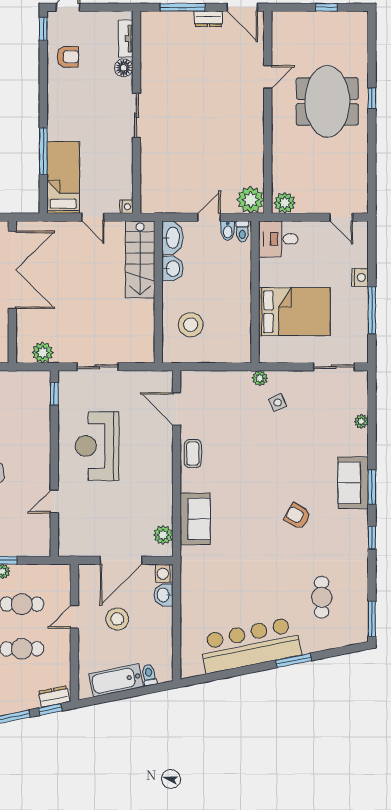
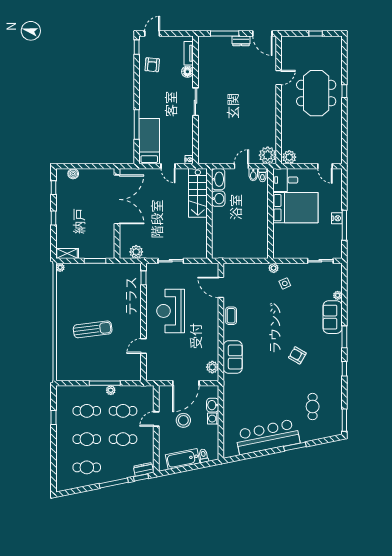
armchair: (68, 57) -> (152, 65), turned 95
nightstand: (360, 277) -> (337, 218), moved
bed: (294, 312) -> (295, 208), moved
stool: (191, 325) -> (230, 234), removed
sofa: (353, 483) -> (333, 317), moved
washing machine: (164, 574) -> (213, 419), moved

